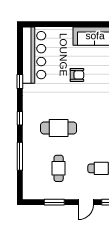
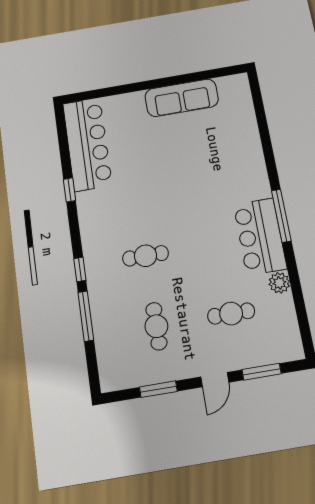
armchair: (77, 75) -> (162, 163), removed
window: (20, 118) -> (80, 269), moved
cafe table: (59, 128) -> (146, 256), width x0.73, depth x0.74

